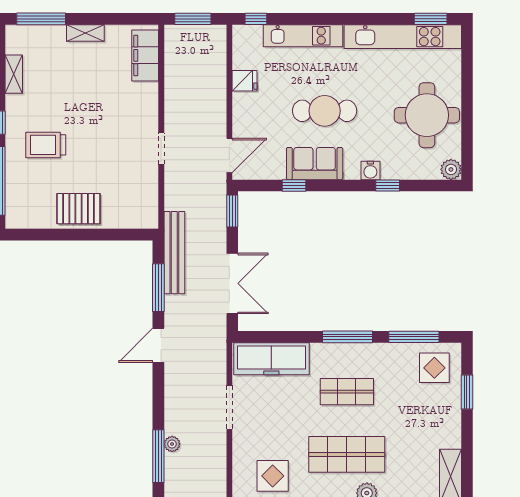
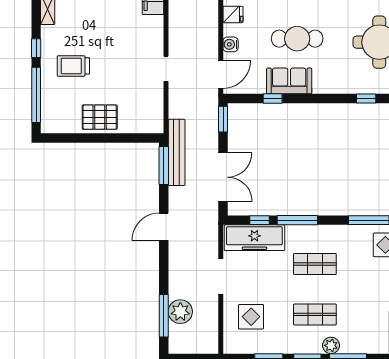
water cooler: (370, 170) -> (231, 44), moved, turned 90
window: (388, 185) -> (366, 99), moved
window: (158, 288) -> (164, 166), moved
window: (278, 337) -> (259, 220), added
window: (347, 337) -> (297, 220), moved
plant: (172, 444) -> (180, 312), width x1.88, depth x1.88
shop shelf: (347, 454) -> (315, 314), width x0.70, depth x0.74
display table: (273, 476) -> (251, 317), moved

